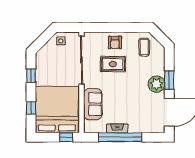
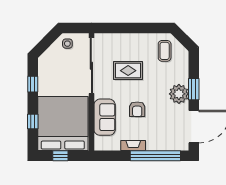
armchair: (115, 42) -> (137, 109), moved
window: (66, 137) -> (60, 156), moved
window: (120, 137) -> (155, 156), moved

